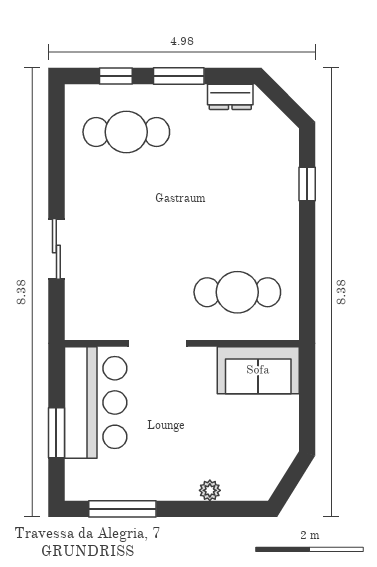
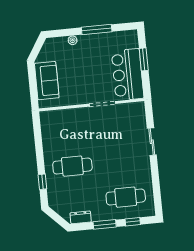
cafe table: (237, 292) -> (72, 166), moved
sofa: (258, 370) -> (47, 81), moved, turned 90
window: (122, 509) -> (97, 29), moved

